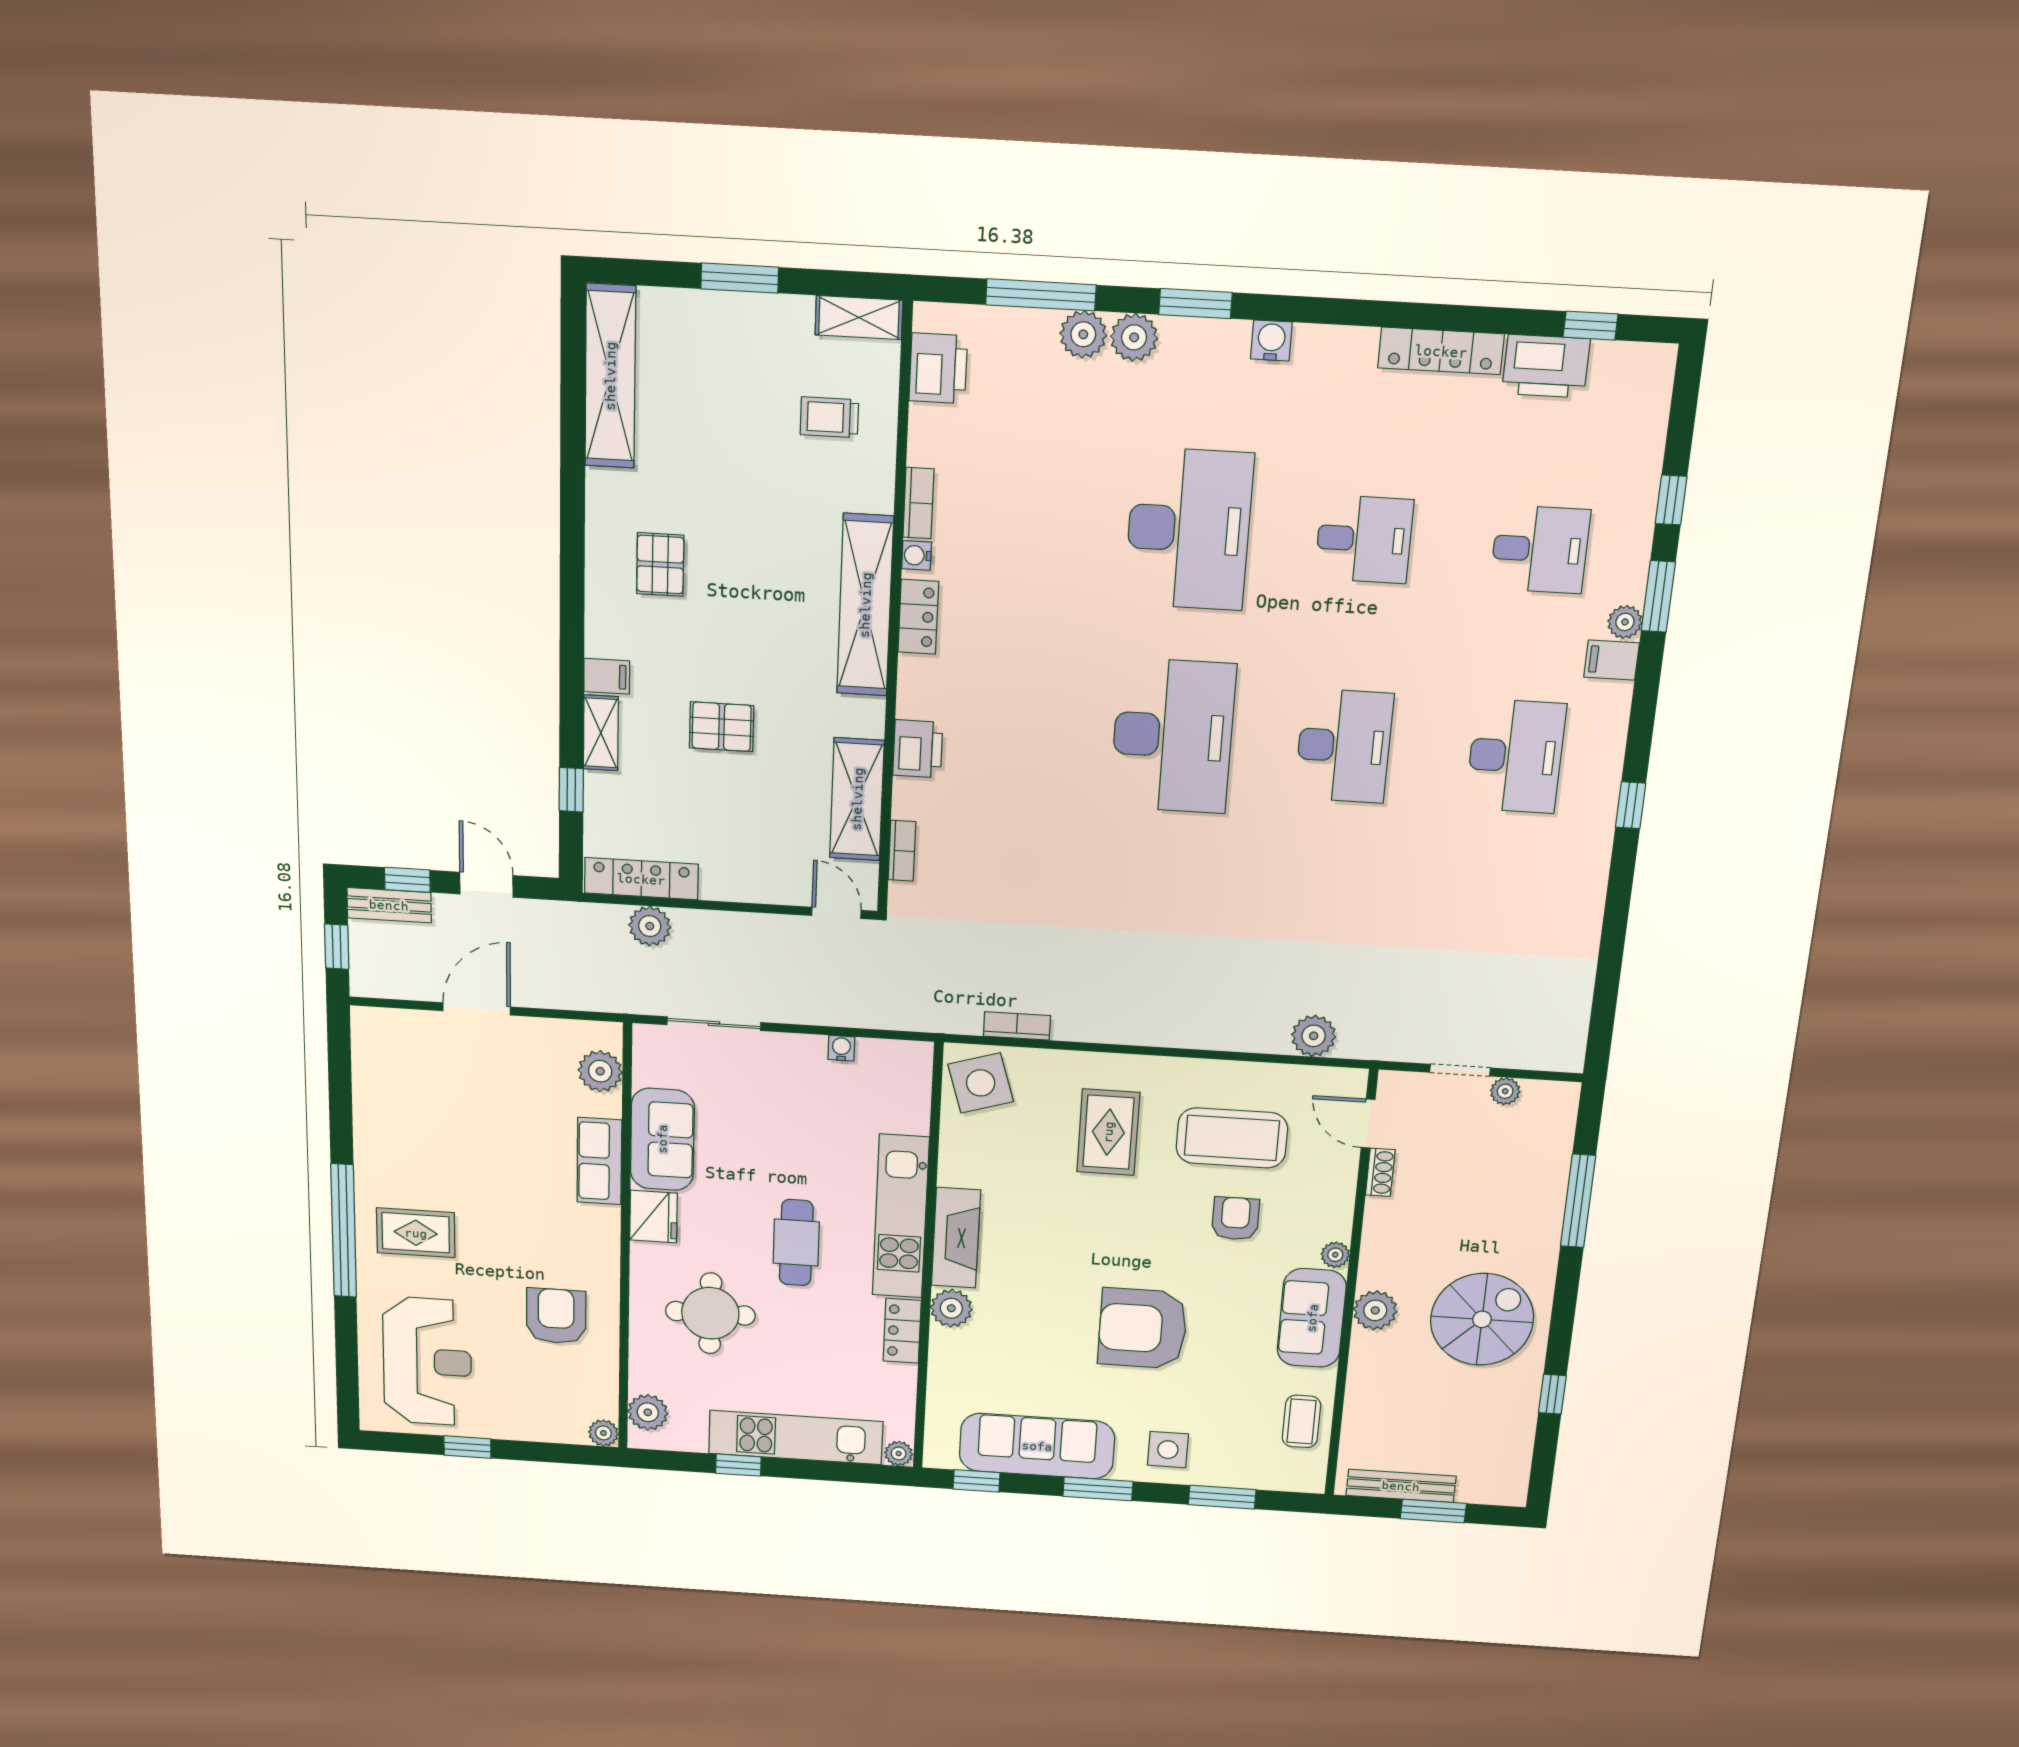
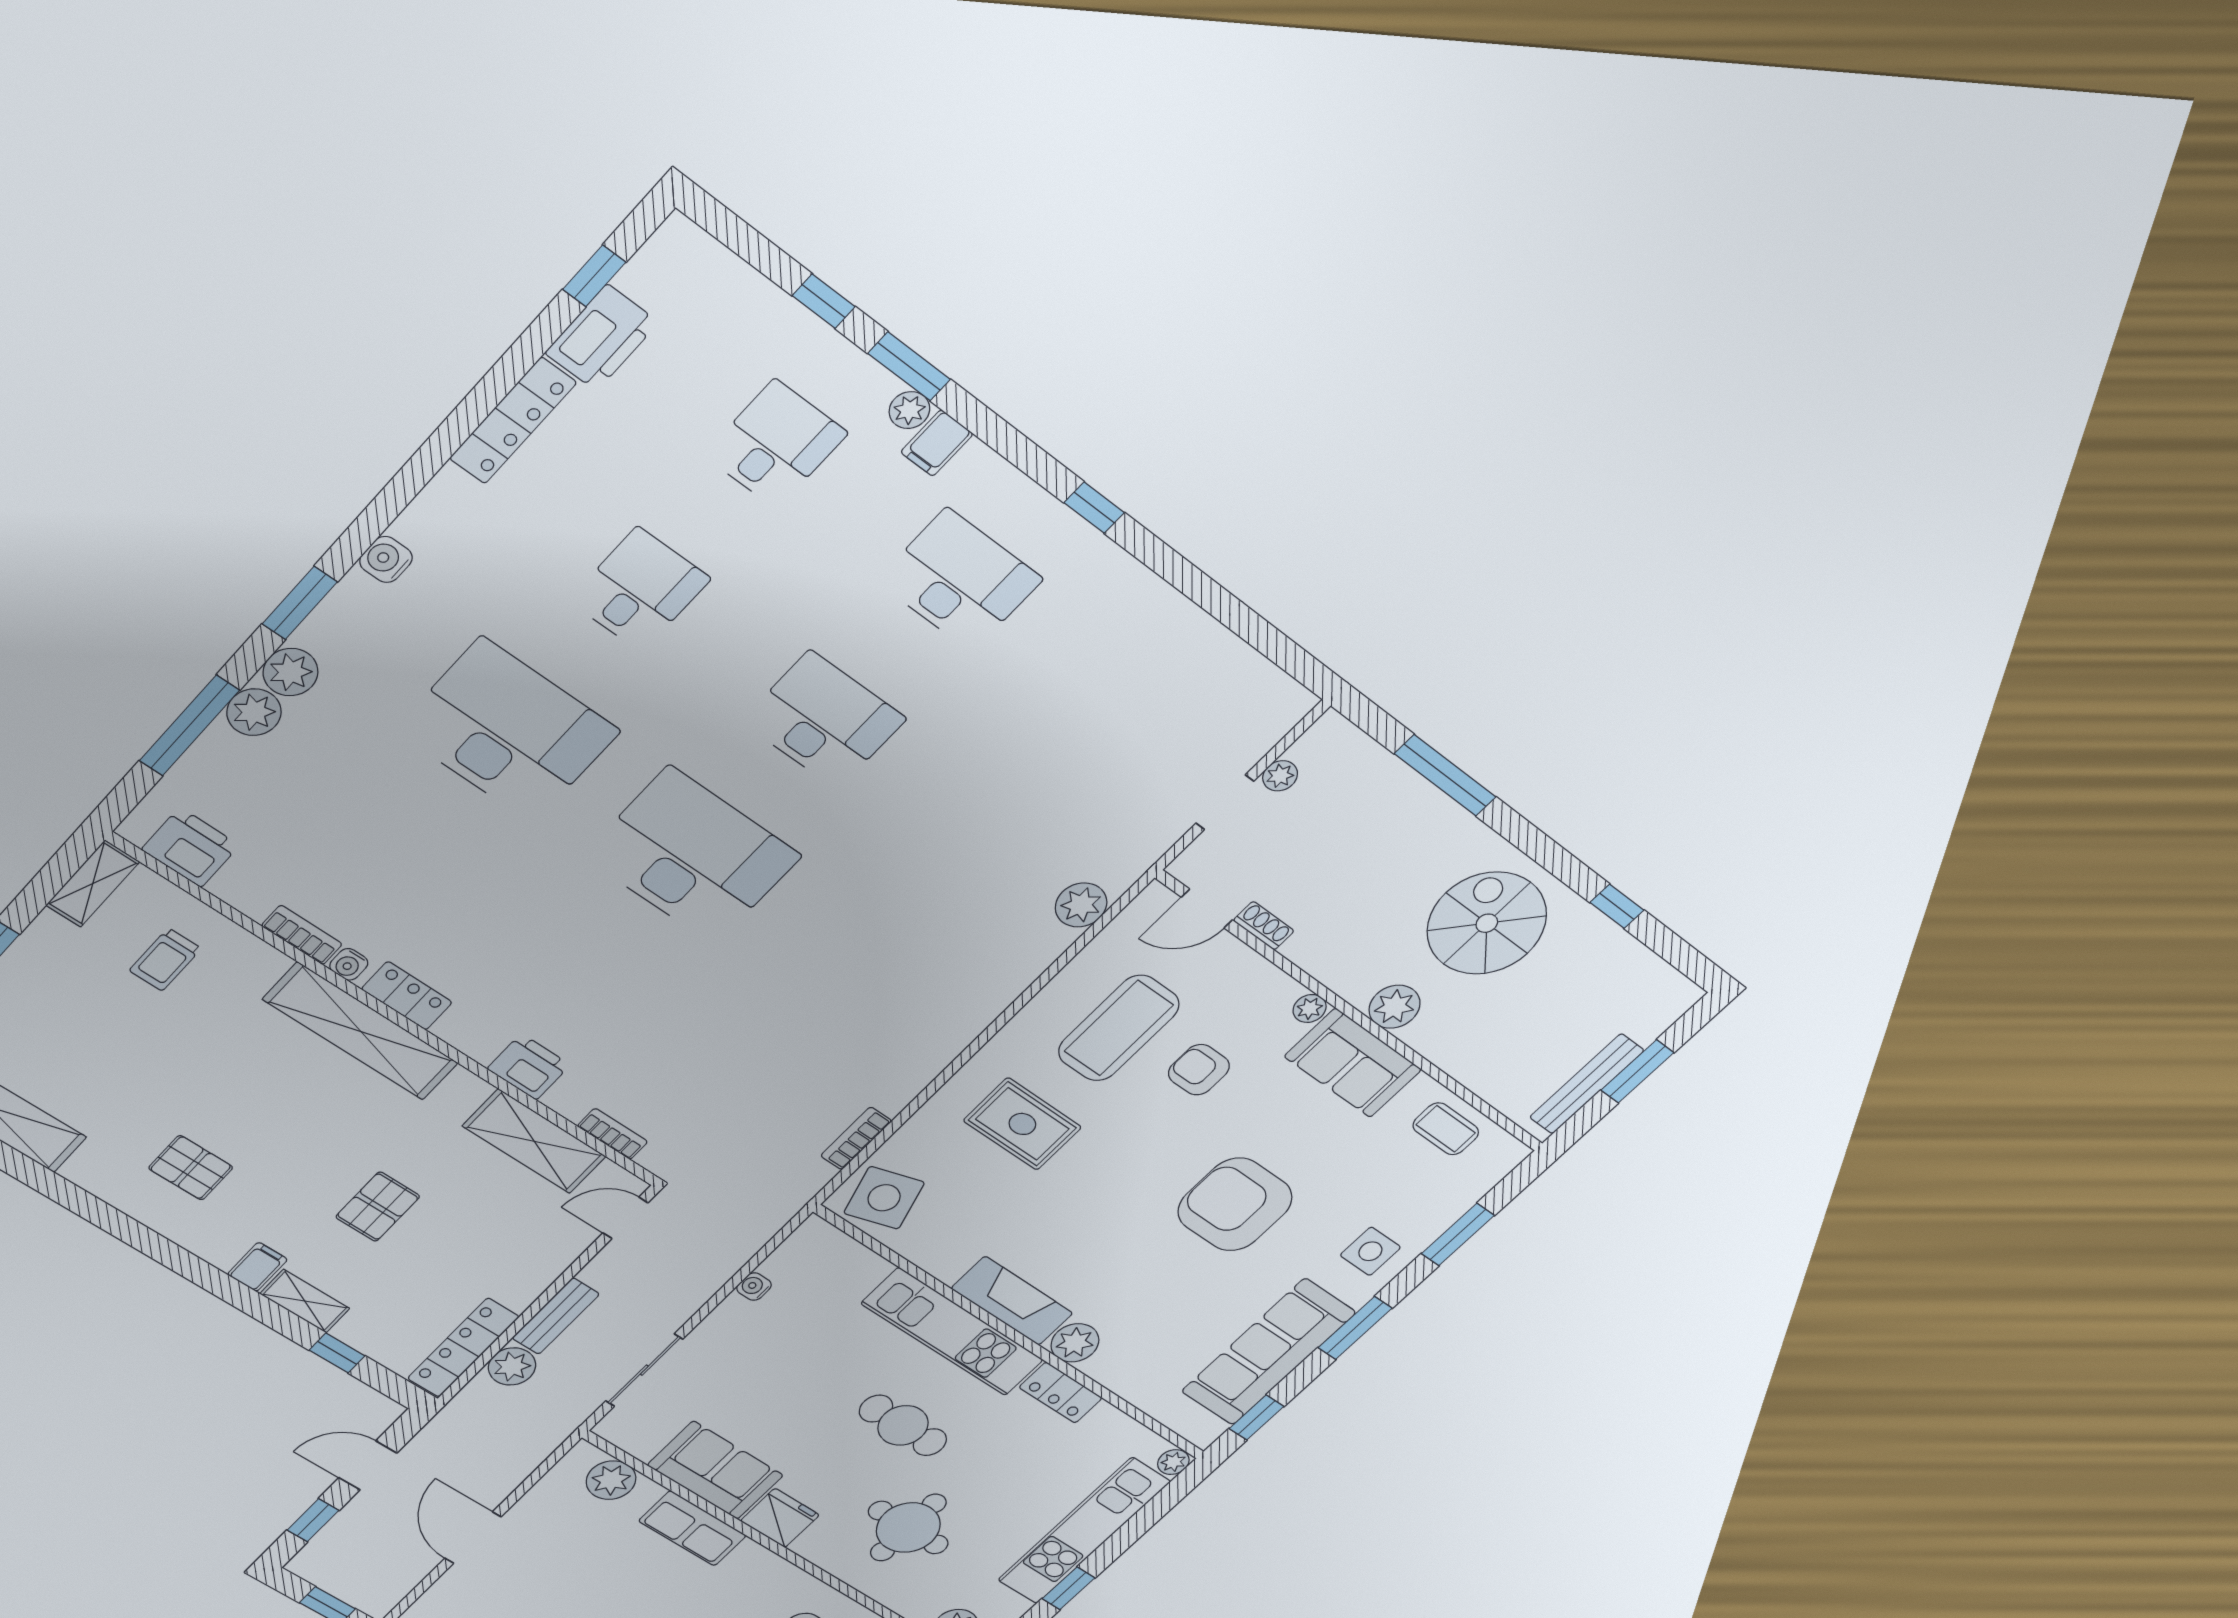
bench: (389, 905) -> (556, 1316), moved
armchair: (1143, 1328) -> (1235, 1204), turned 90

